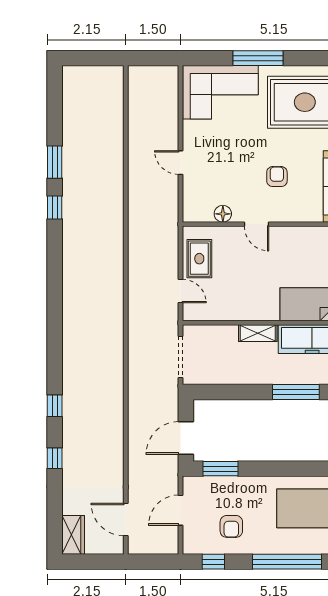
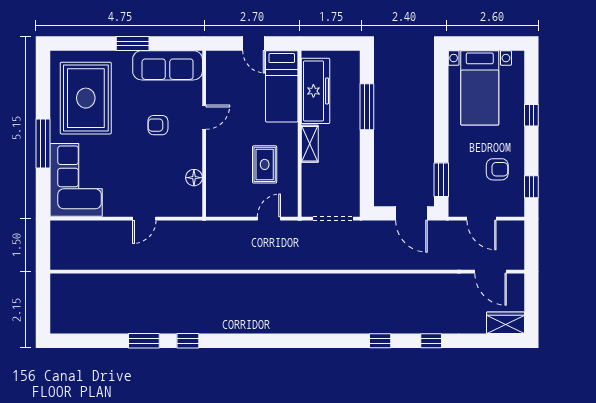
door: (257, 224) -> (204, 117), moved
rug: (199, 259) -> (265, 164), moved, turned 90
door: (126, 520) -> (491, 272), hinge flipped
window: (287, 562) -> (531, 115), width x0.32

